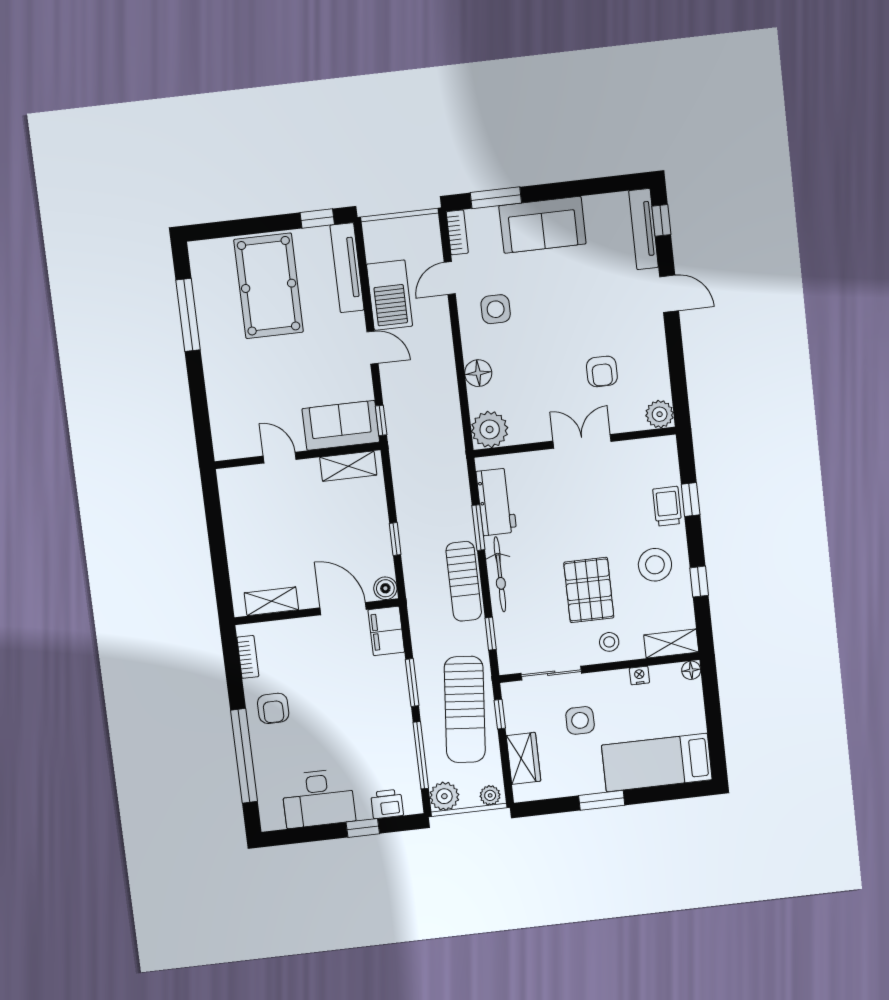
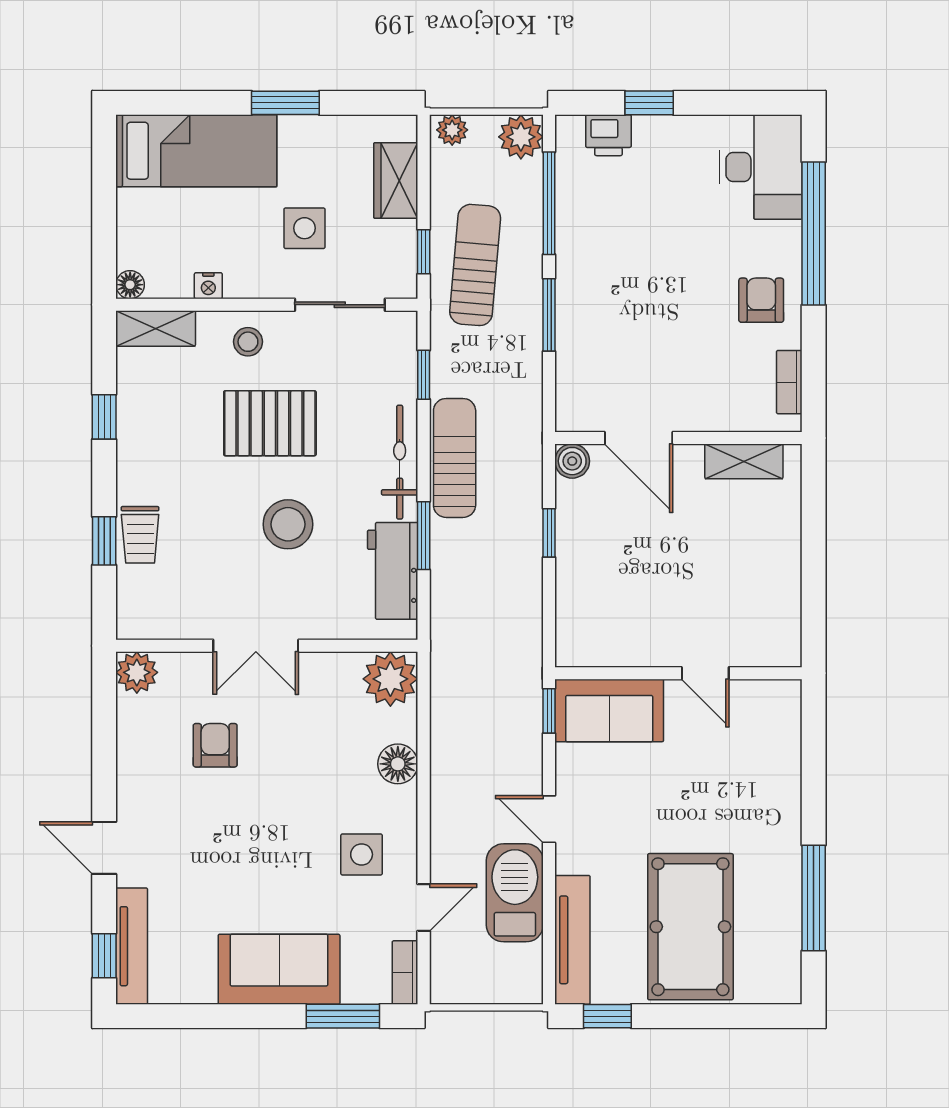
shelving: (348, 466) -> (606, 649), removed
stool: (655, 565) -> (288, 524), moved
pallet: (589, 590) -> (270, 423), turned 90
filing cabinet: (386, 631) -> (578, 397), removed
sun lounger: (465, 709) -> (475, 265), width x0.73, depth x0.75
desk: (318, 798) -> (761, 167), moved, turned 90

